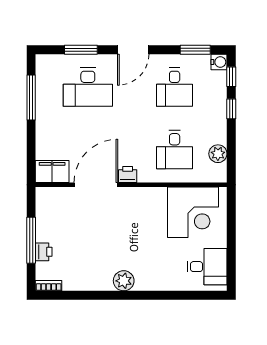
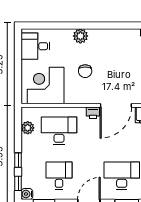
desk: (175, 150) -> (59, 131), width x1.37
chair: (138, 232) -> (85, 71), added
plant: (124, 281) -> (80, 36), moved

